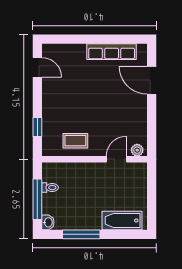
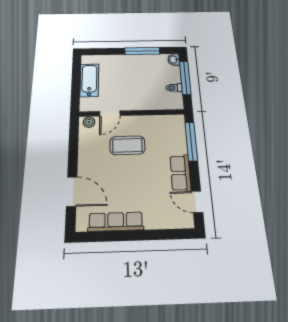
row of seats: (51, 95) -> (180, 173), added
window: (37, 127) -> (191, 141), width x2.17
coffee table: (75, 141) -> (127, 145), moved, width x1.36, depth x1.30
bathtub: (122, 220) -> (89, 80), moved, turned -90

